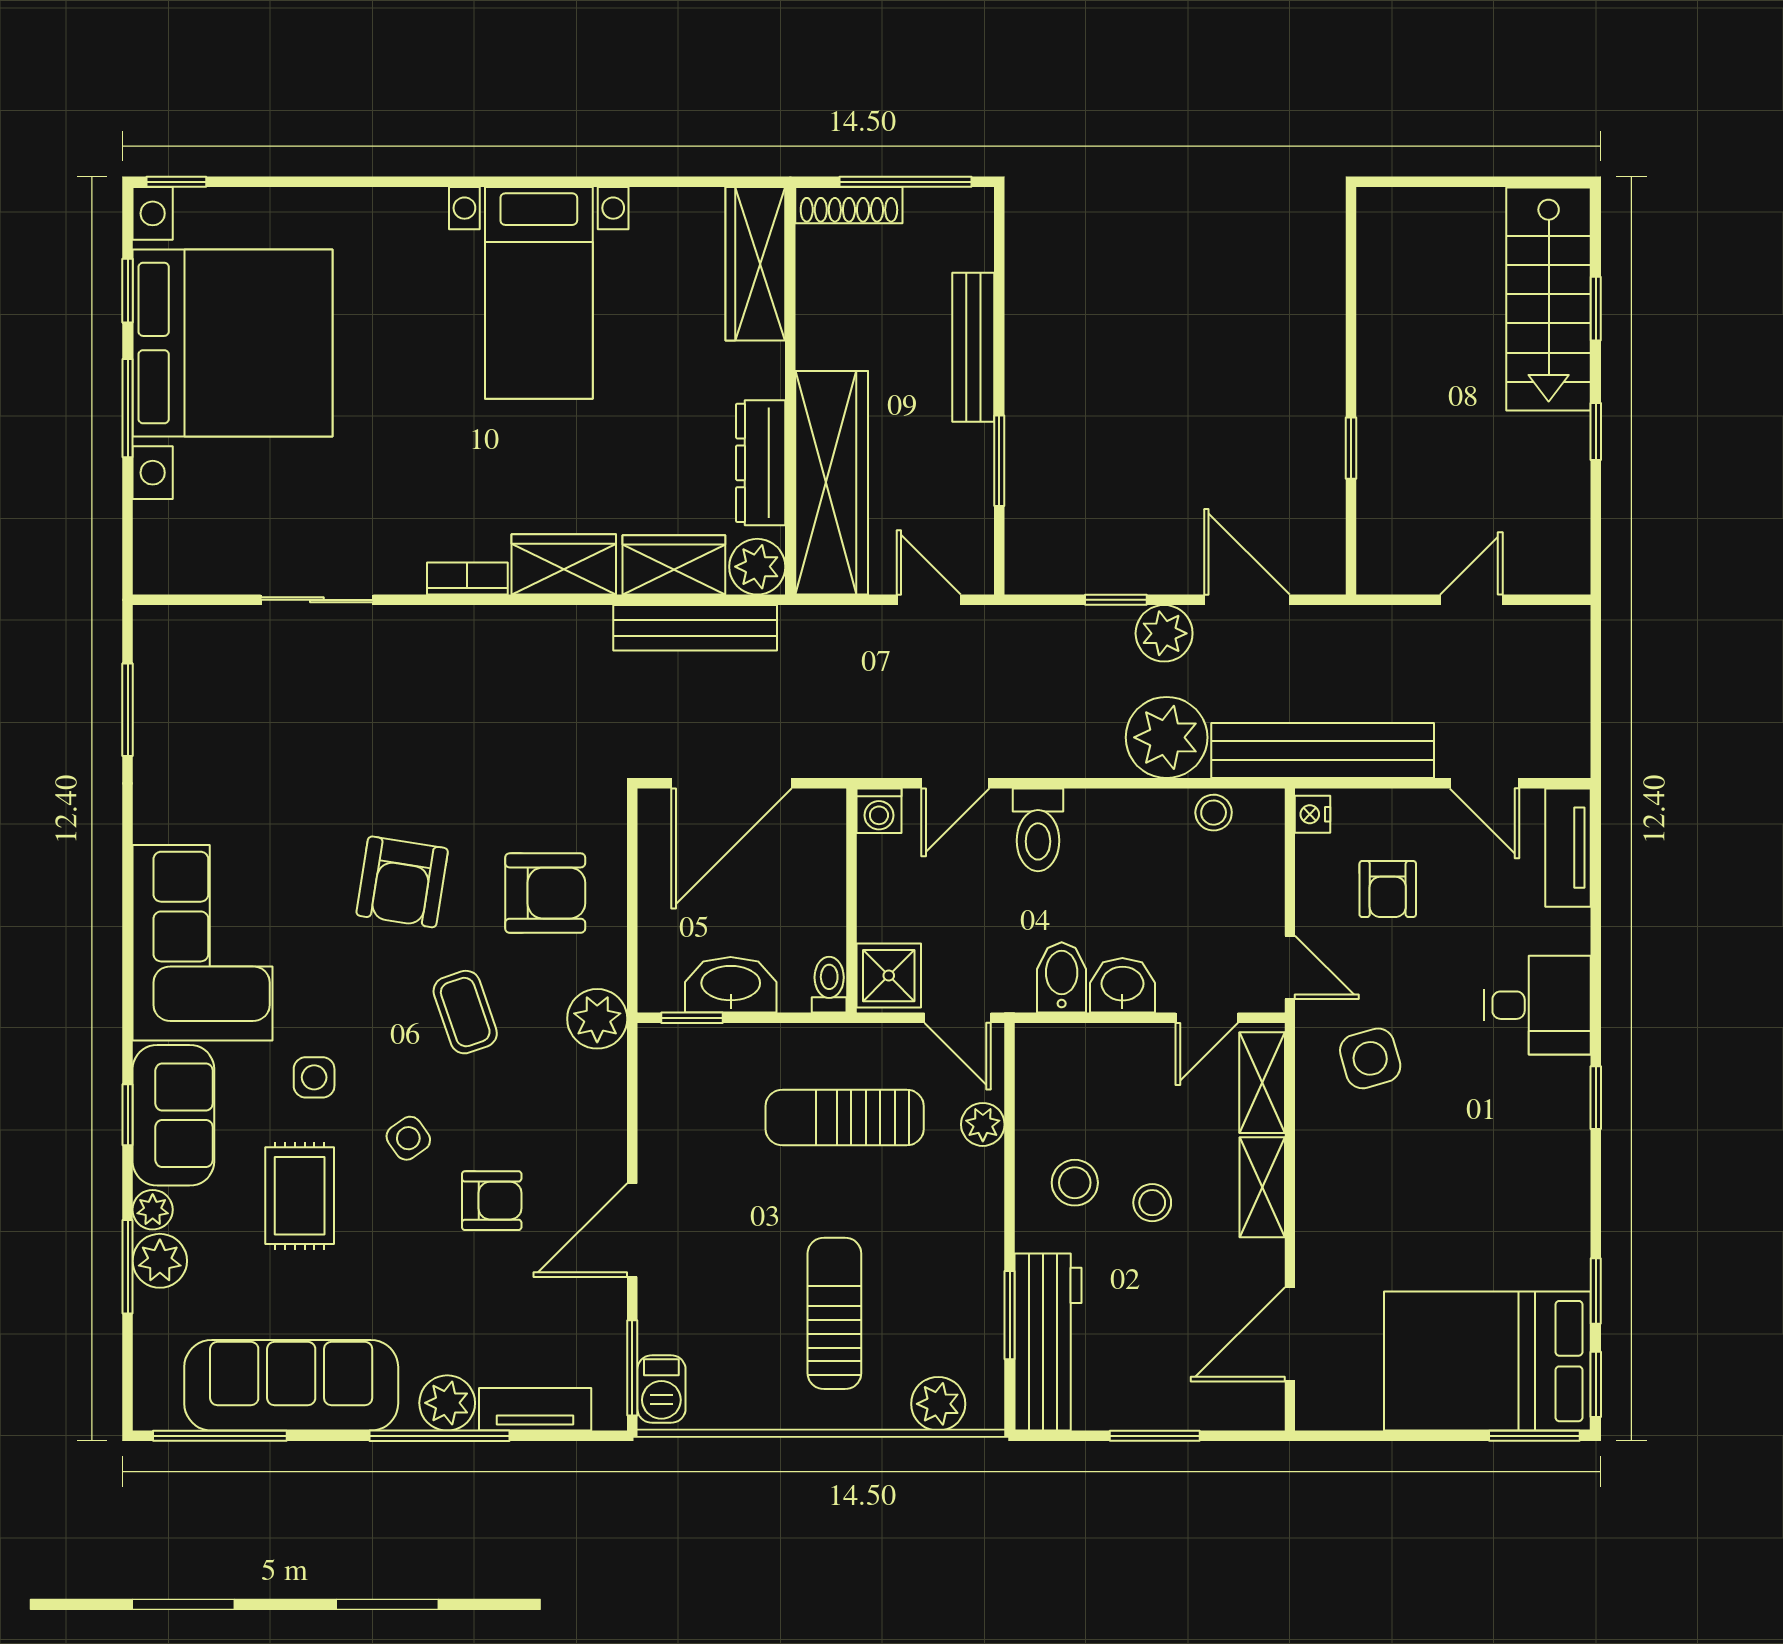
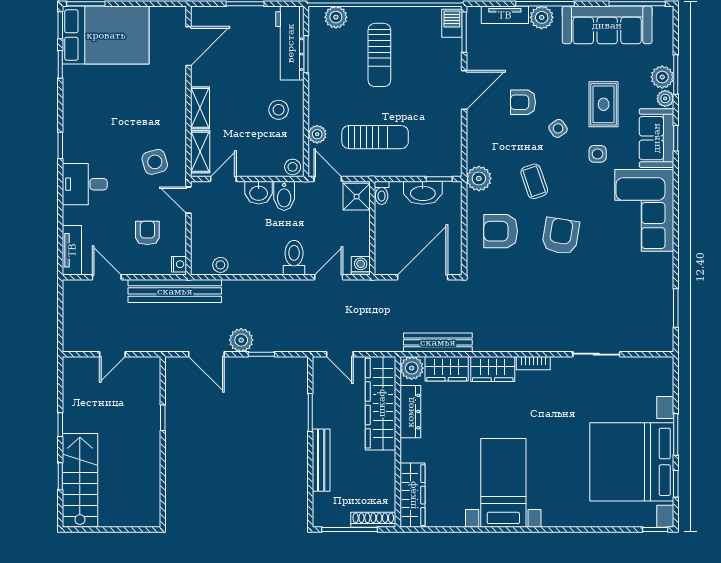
plant: (1167, 737) -> (240, 296), removed
stool: (1152, 1203) -> (293, 167), moved

